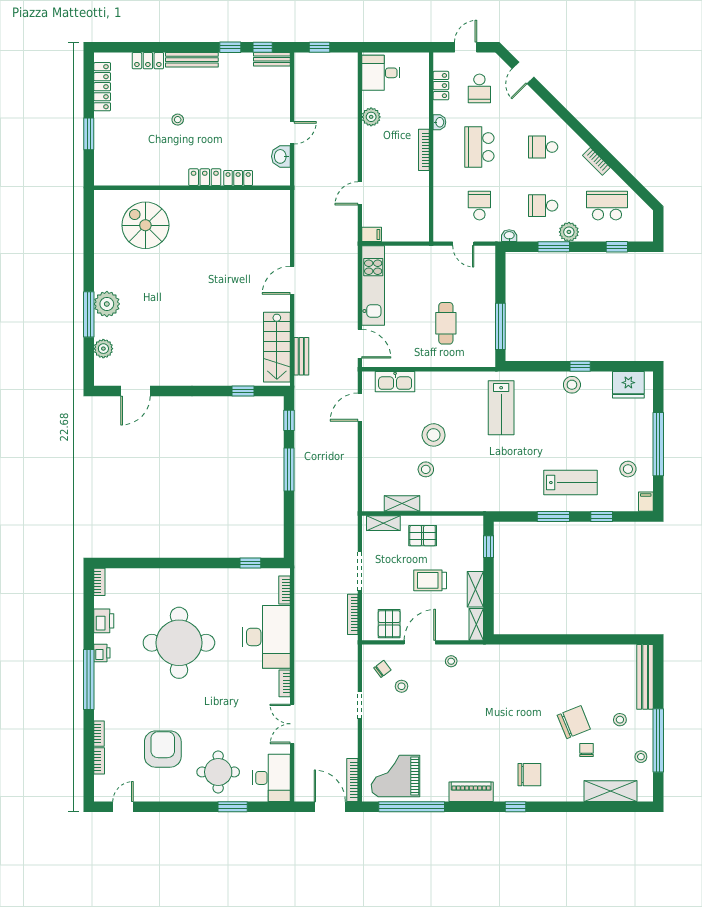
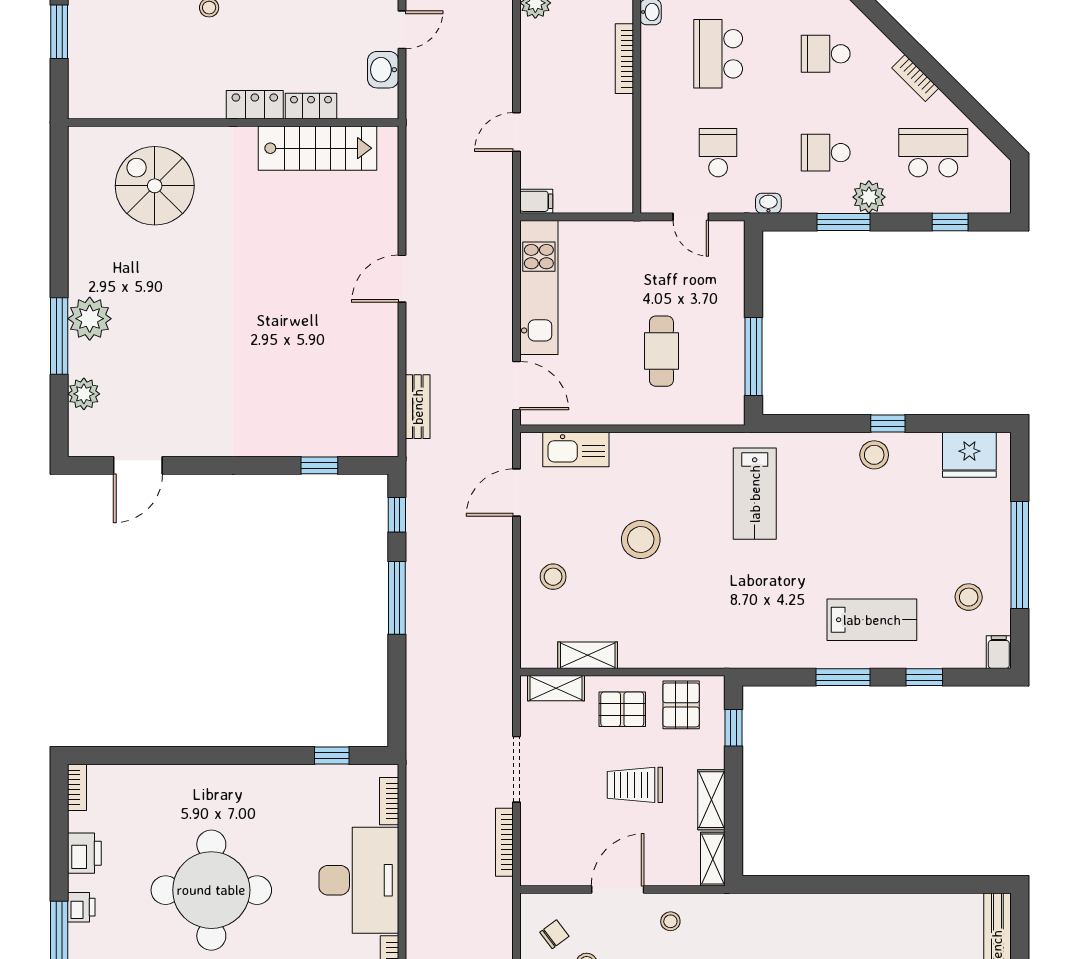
stairs: (277, 347) -> (318, 148), moved, turned -90
stool: (426, 469) -> (553, 577), moved
pallet: (389, 624) -> (681, 705), moved

